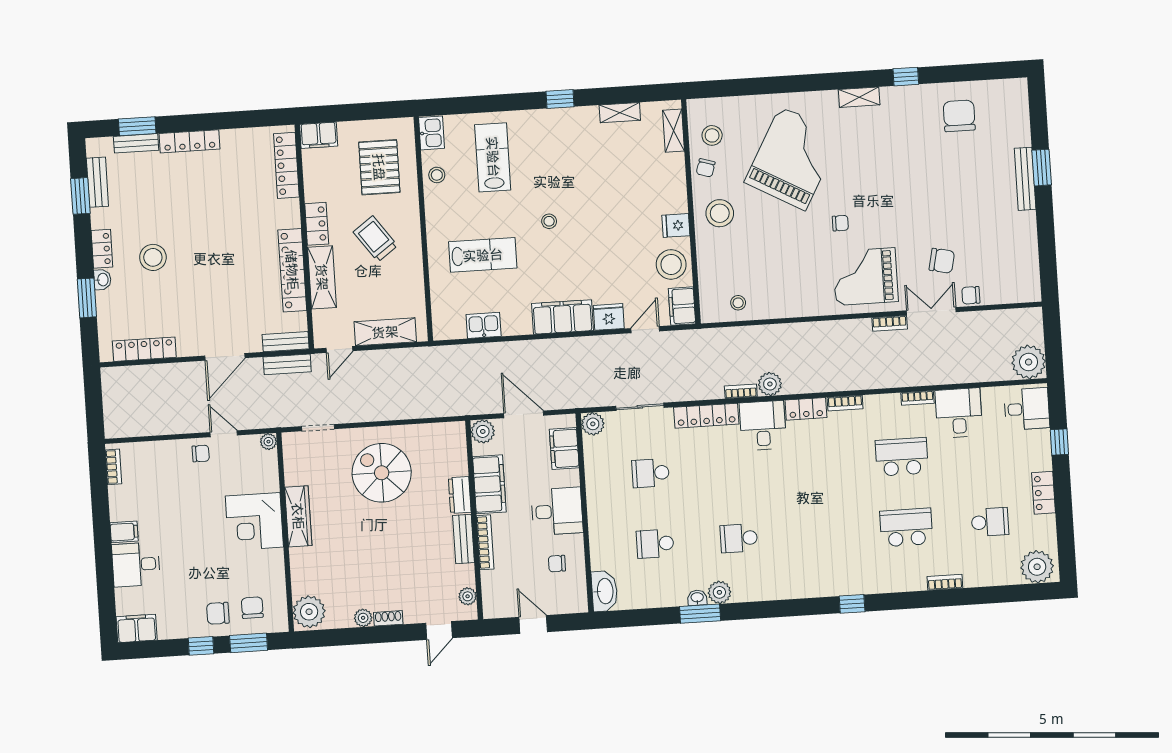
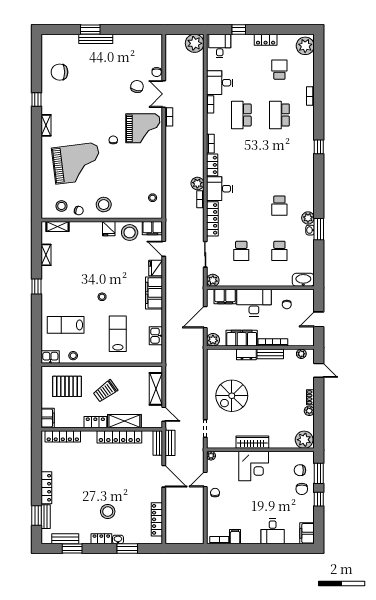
grand piano: (793, 158) -> (77, 163), turned 144
grand piano: (865, 277) -> (143, 128), turned -90
desk: (557, 511) -> (254, 303), width x1.37
filing cabinet: (124, 532) -> (235, 537), moved

